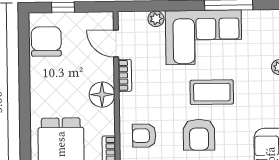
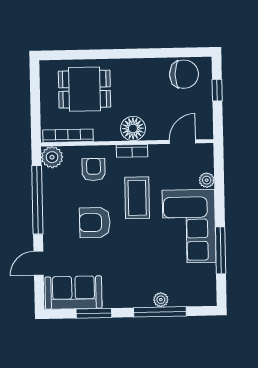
bookcase: (125, 75) -> (132, 151), moved
coffee table: (212, 92) -> (137, 198), moved

